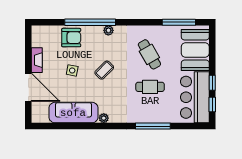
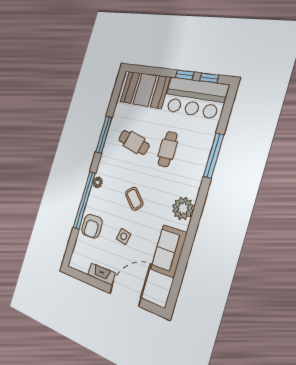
window: (179, 22) -> (104, 135), moved
armchair: (71, 38) -> (92, 226), turned 180
cafe table: (149, 54) -> (134, 142), turned 45
sofa: (73, 113) -> (169, 251), width x0.73
plant: (104, 118) -> (183, 208), width x1.88, depth x1.88

